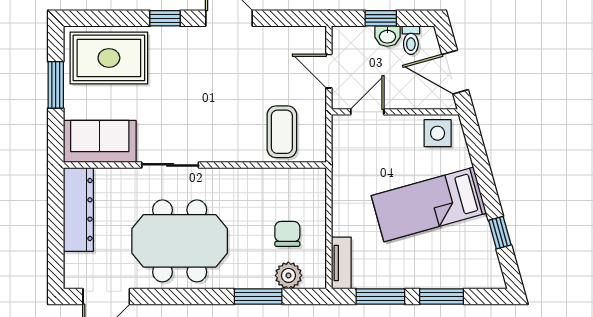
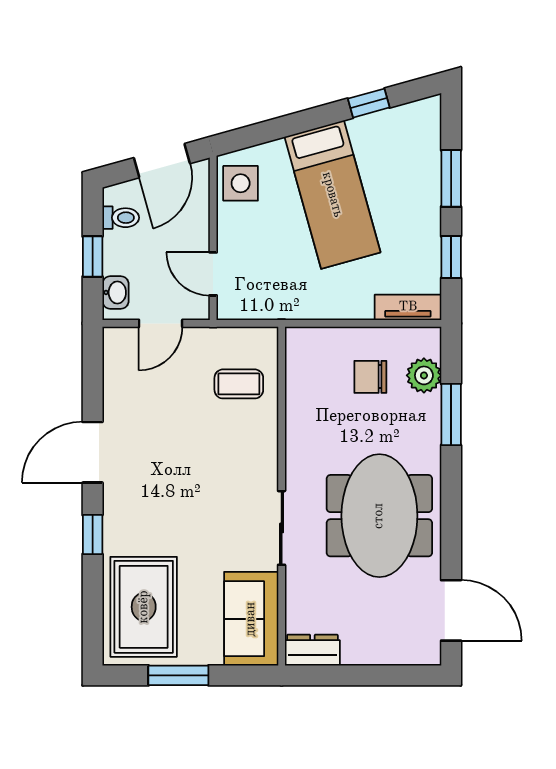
washbasin: (387, 36) -> (115, 292), moved
coffee table: (282, 132) -> (239, 384), width x0.73, depth x0.77
dresser: (78, 209) -> (312, 650), width x0.51, depth x0.80
window: (380, 296) -> (451, 257), width x0.67

